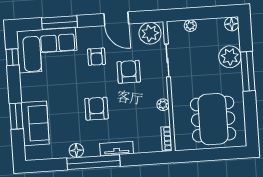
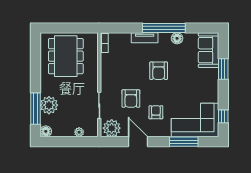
window: (248, 71) -> (35, 109), moved
plant: (163, 105) -> (105, 70), removed
sofa: (35, 123) -> (209, 50), moved

